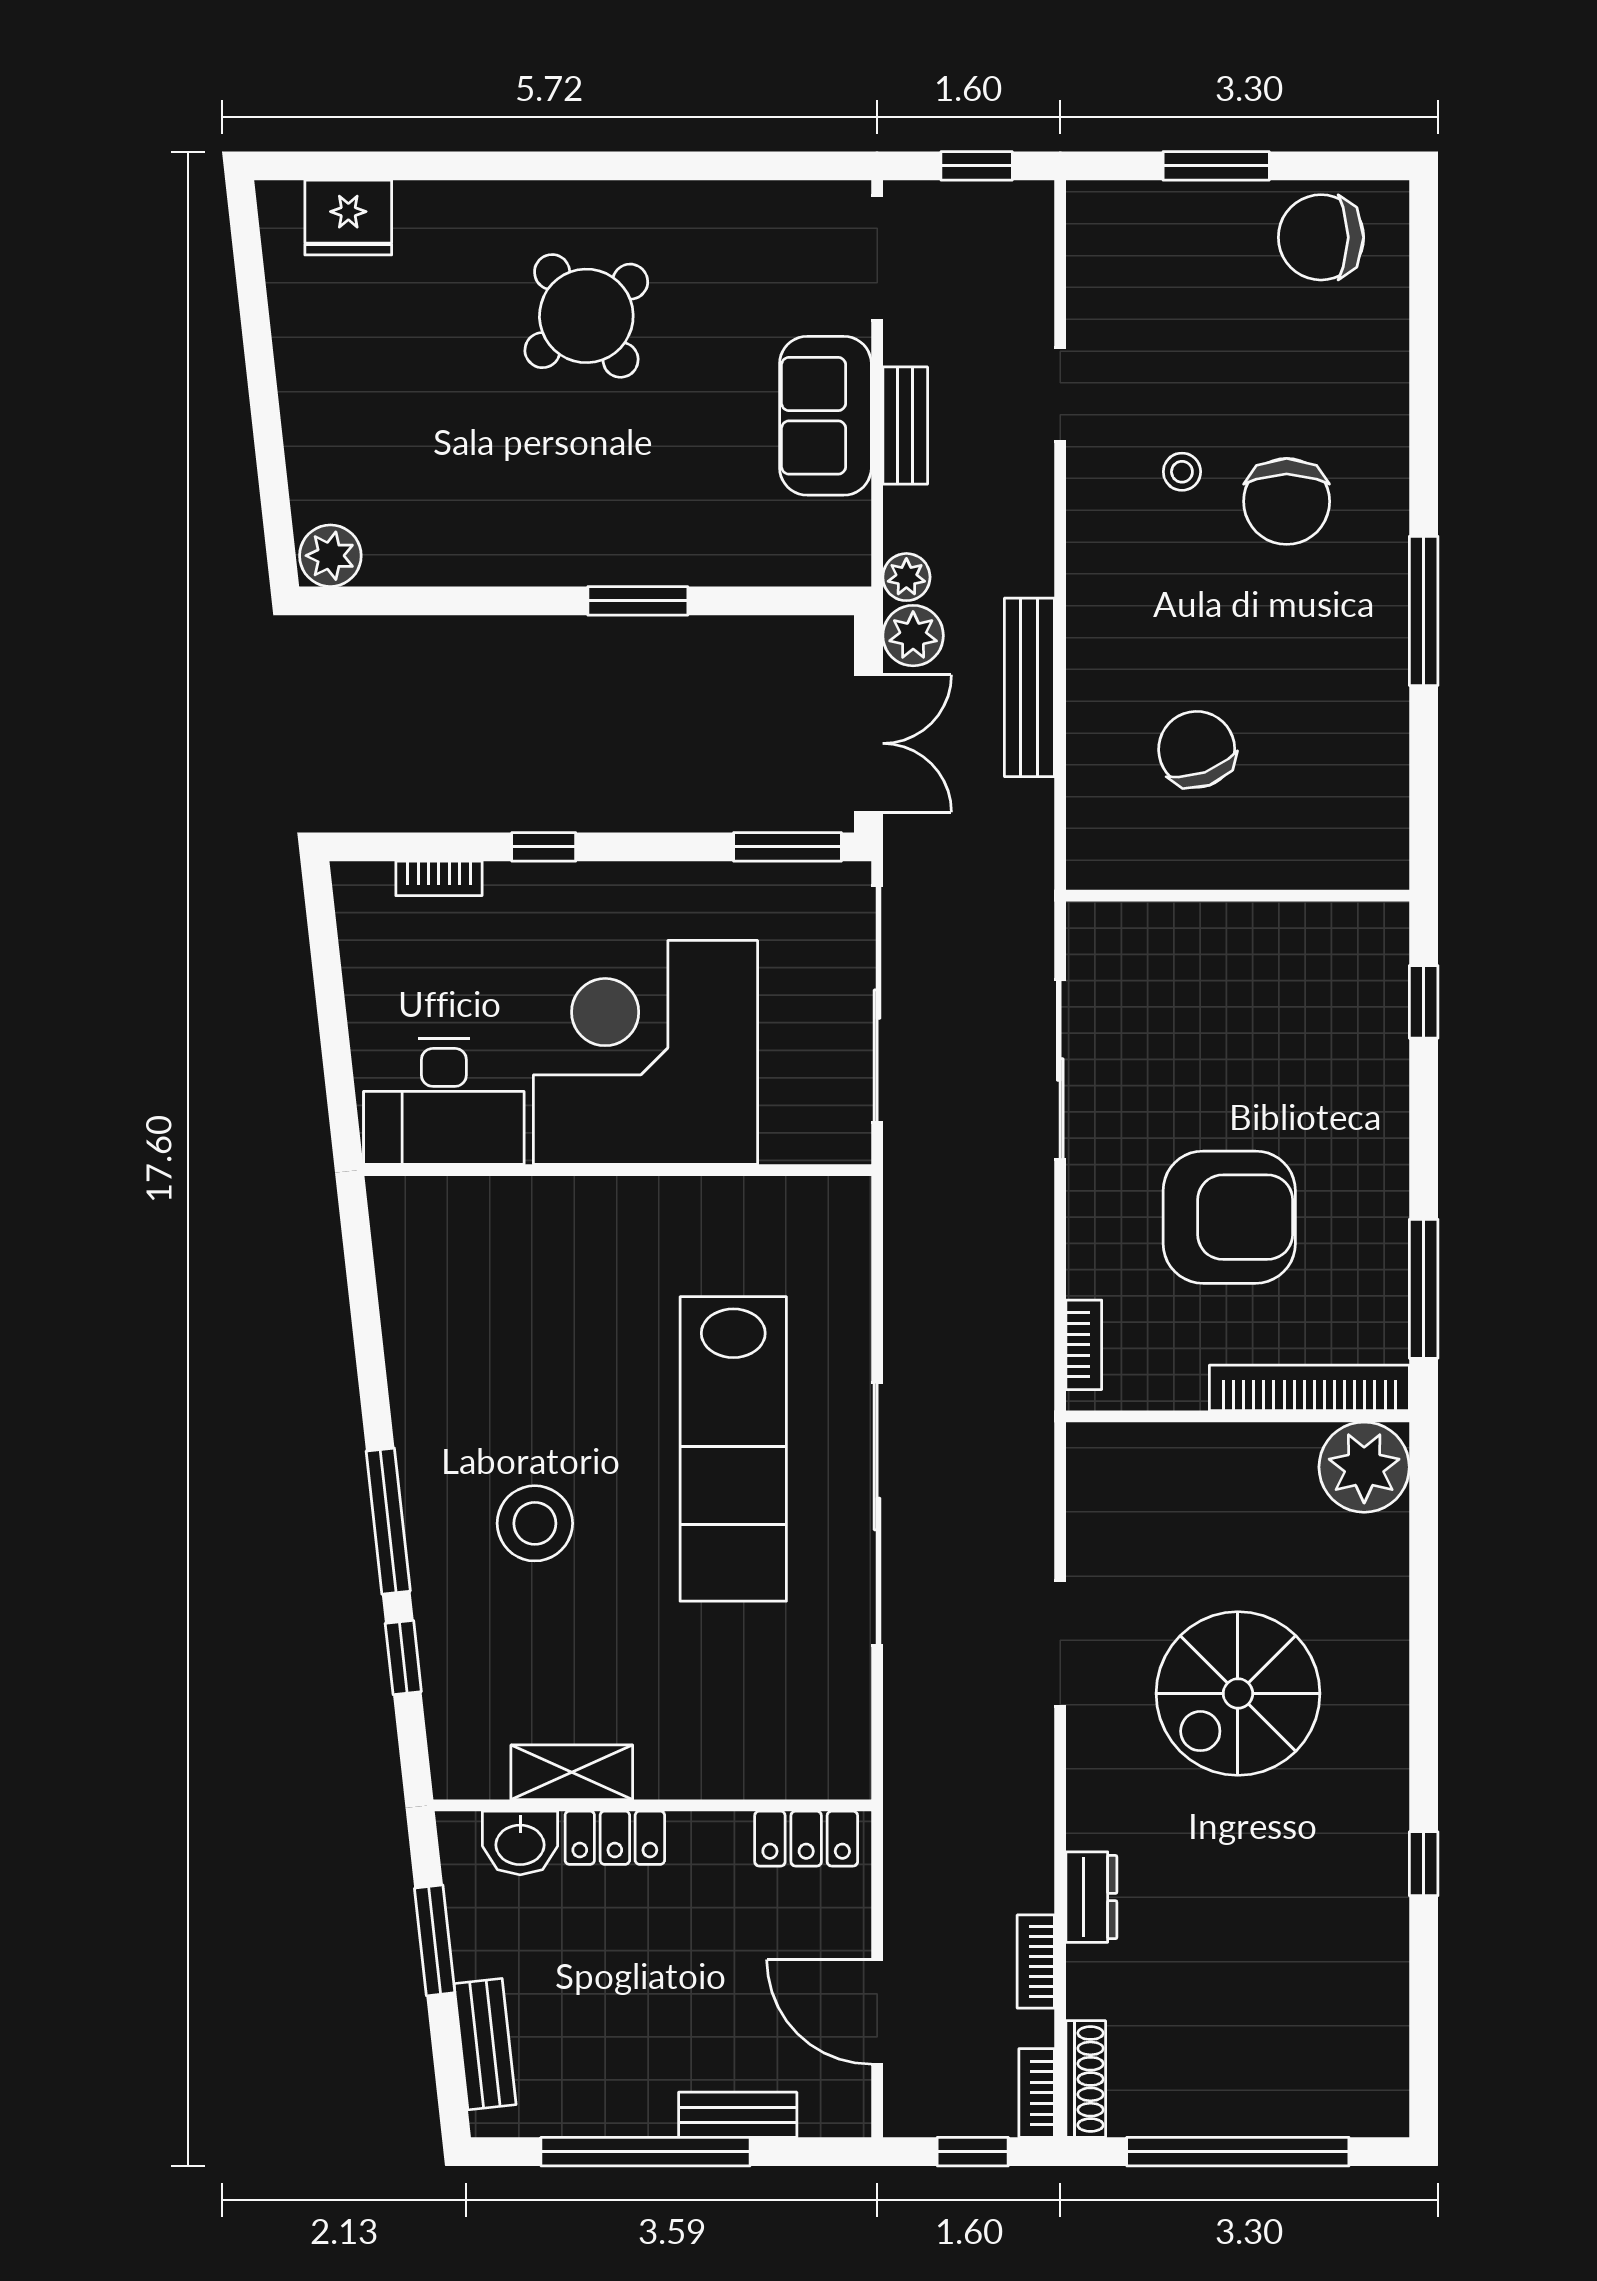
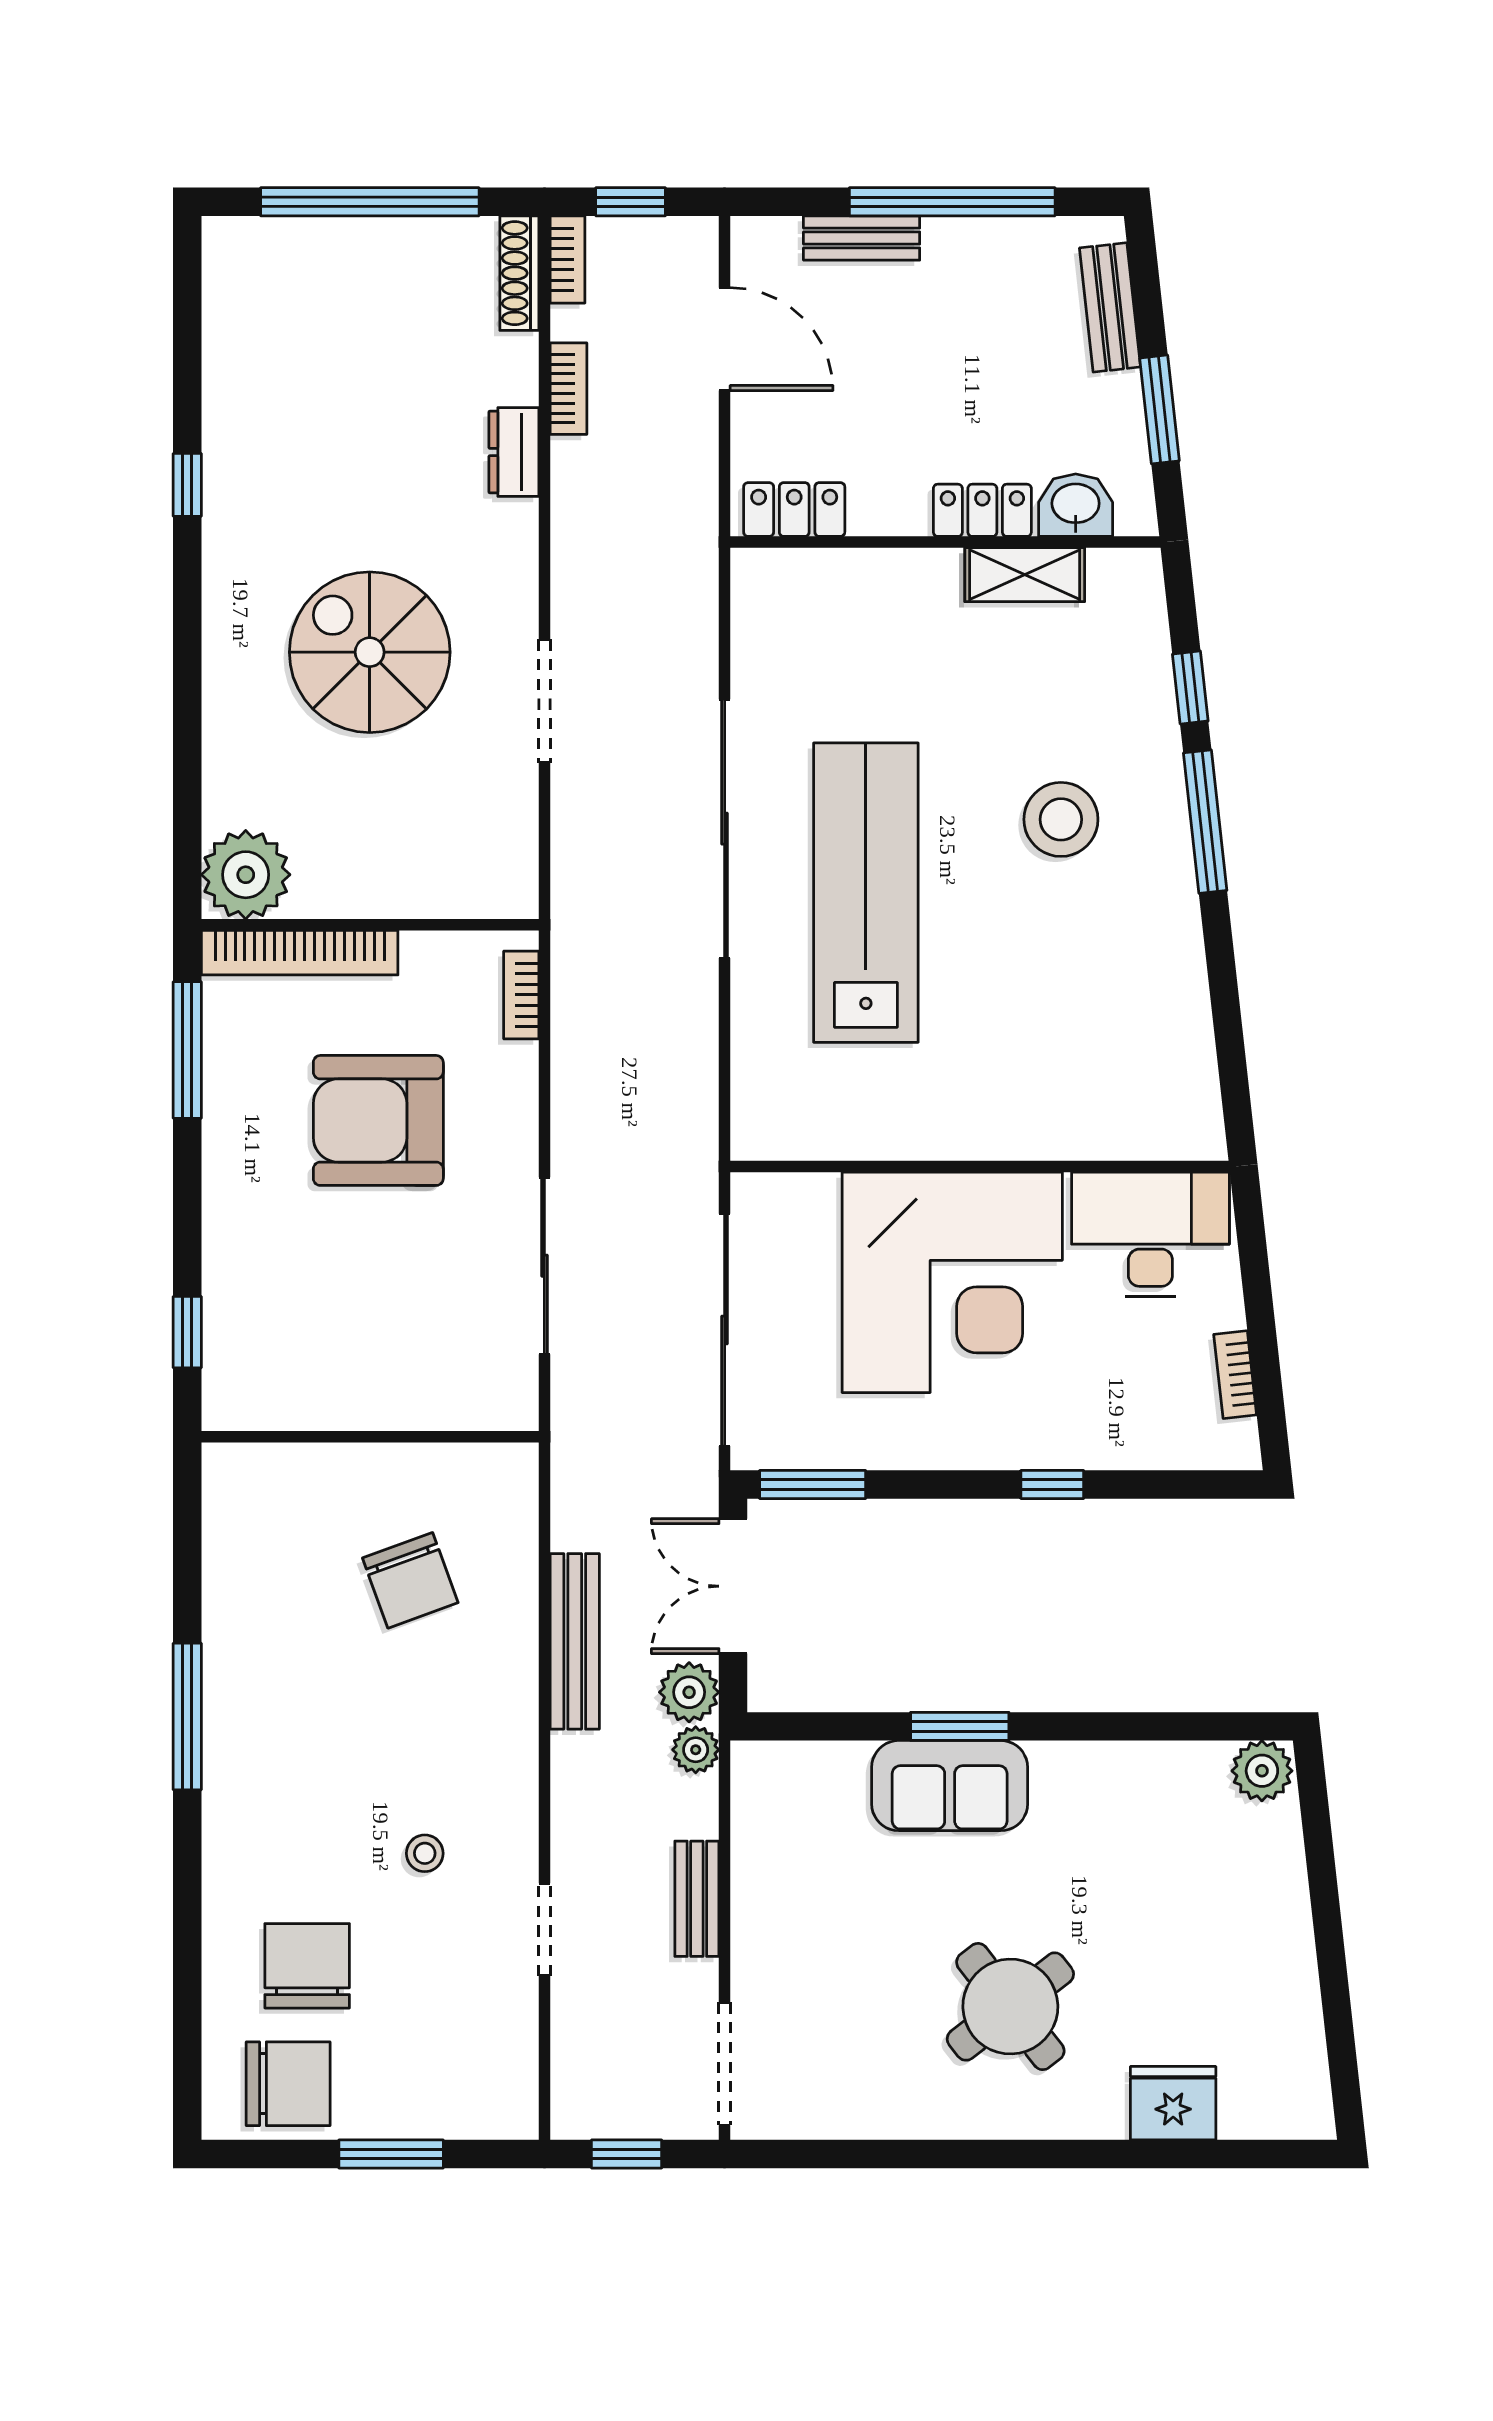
fridge: (348, 218) -> (1173, 2103), moved
sofa: (825, 416) -> (950, 1786), moved, turned 90
chair: (1287, 501) -> (307, 1966), moved
bookcase: (439, 878) -> (1235, 1375), moved, turned -96
spiral stairs: (1238, 1693) -> (370, 652), turned -90

